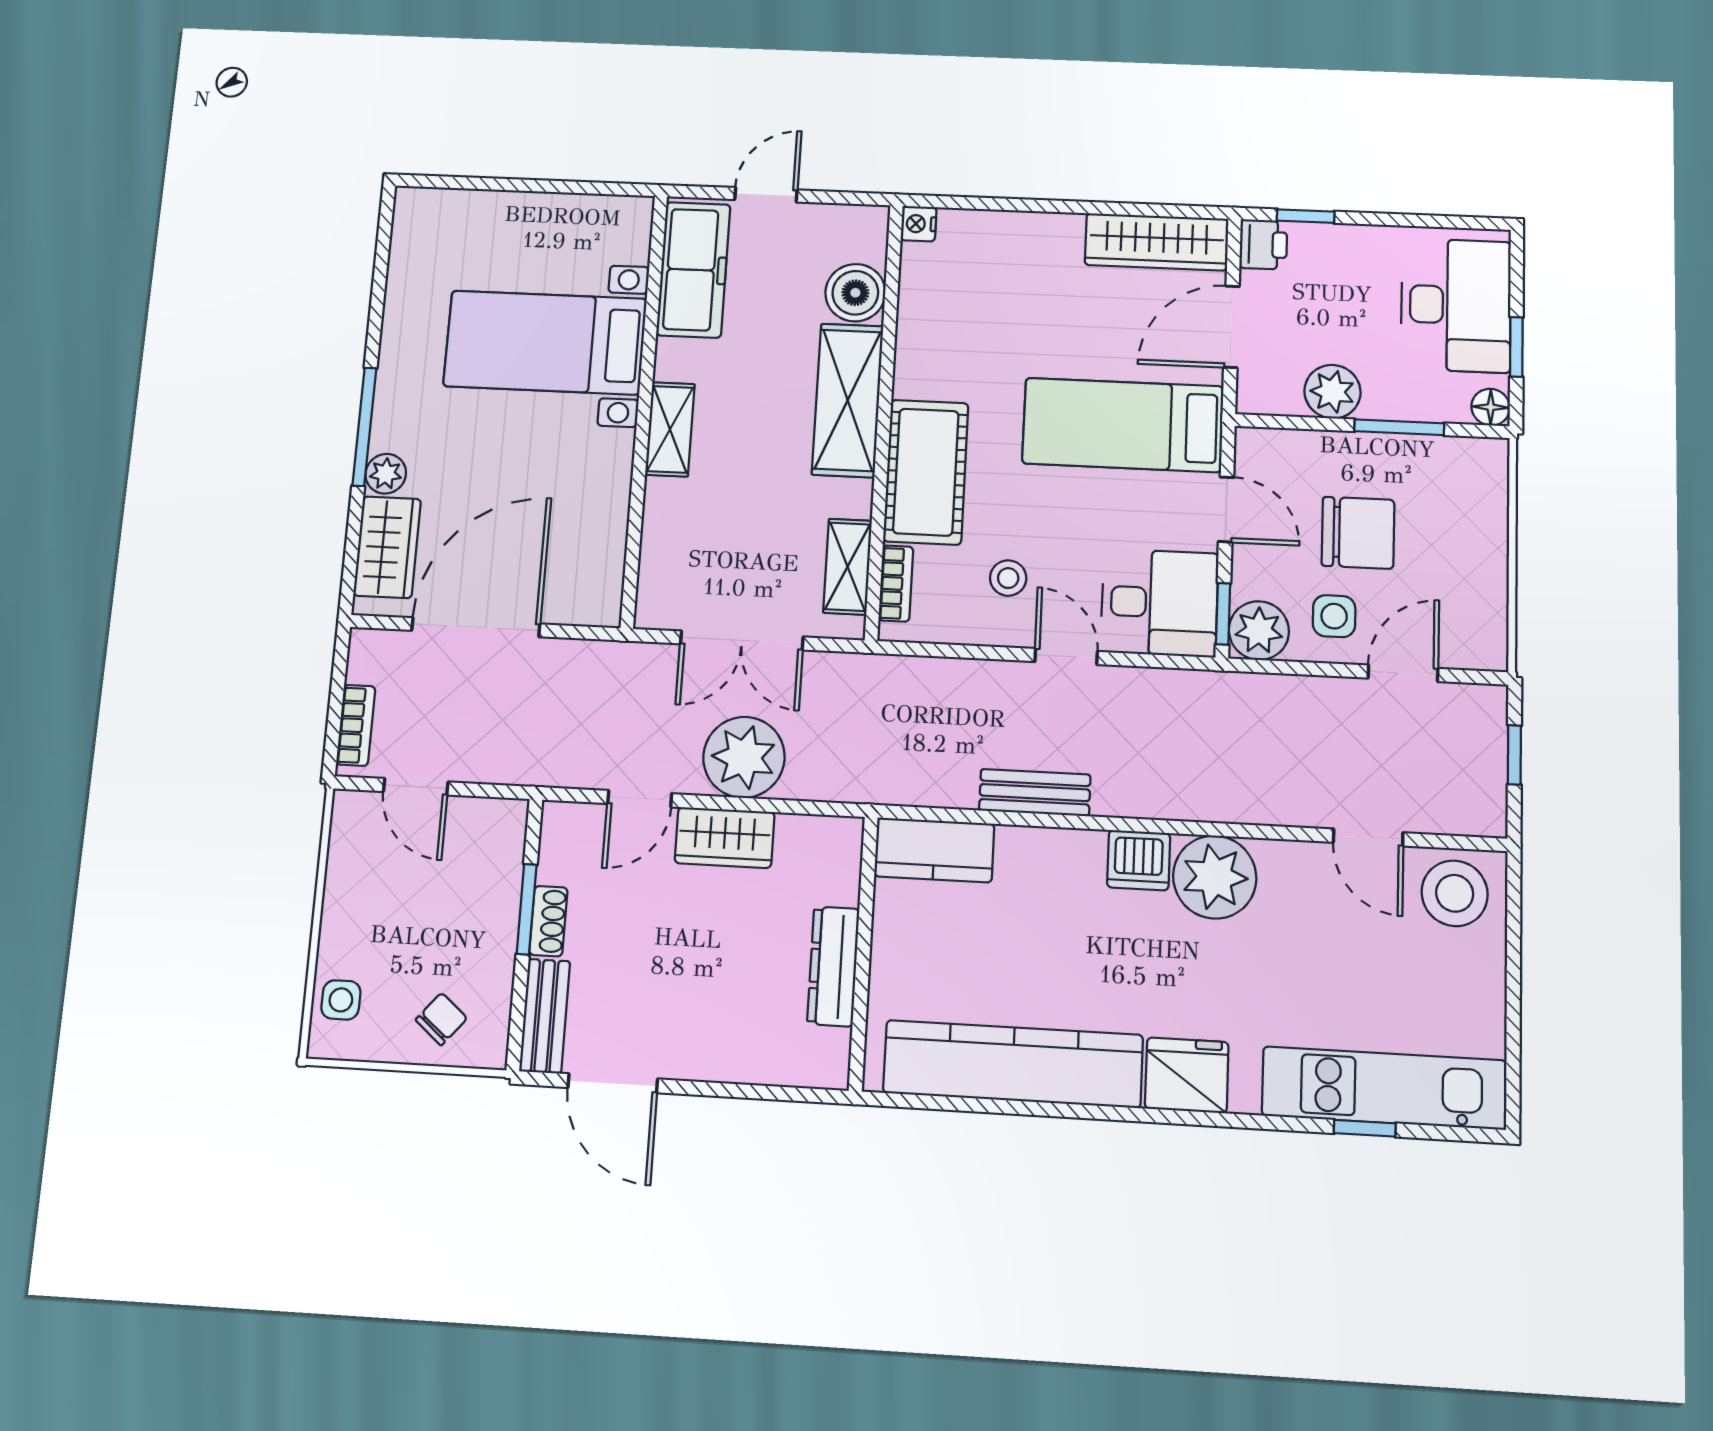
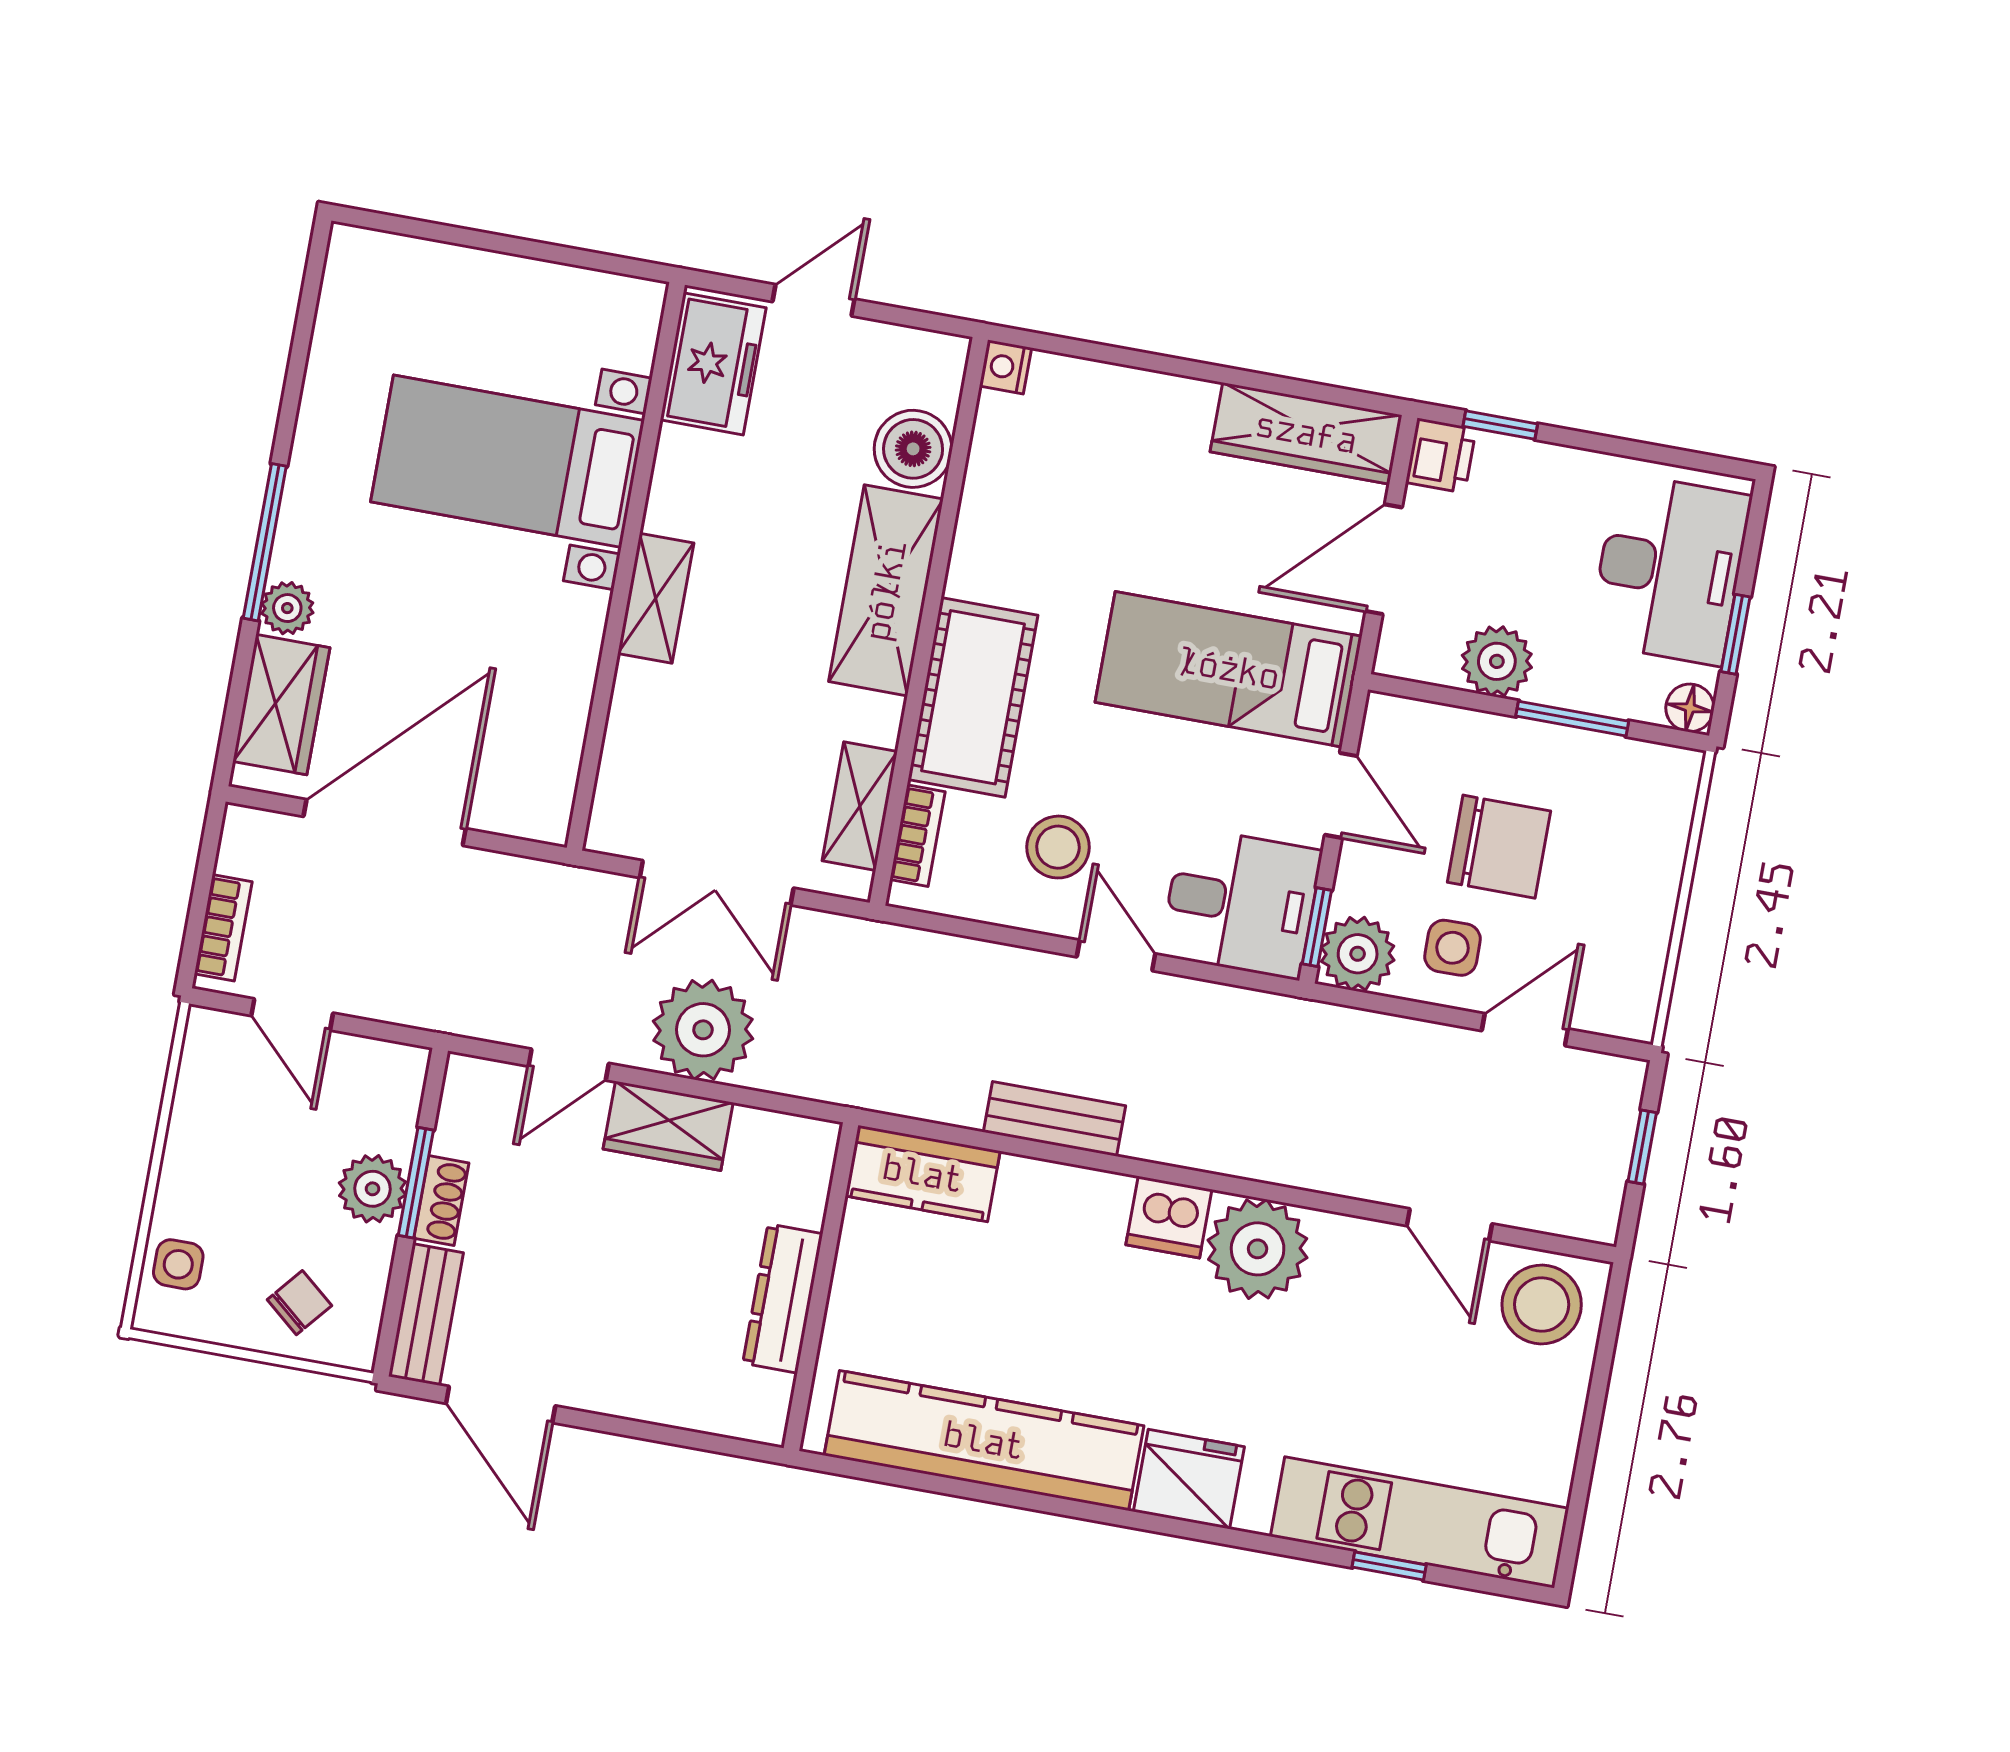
freezer: (693, 270) -> (713, 364), width x0.71
stool: (1008, 578) -> (1058, 847), width x1.37, depth x1.37
plant: (492, 919) -> (373, 1189), added

